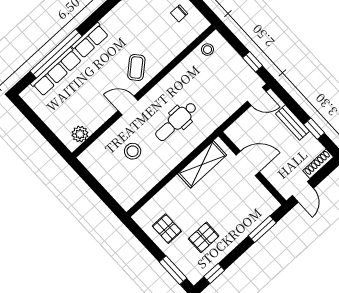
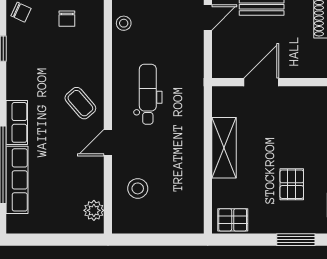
dental chair: (176, 122) -> (148, 94), moved, turned 180
stool: (133, 151) -> (138, 188), moved
shelving: (202, 164) -> (224, 148), moved
pallet: (167, 229) -> (233, 220), moved

